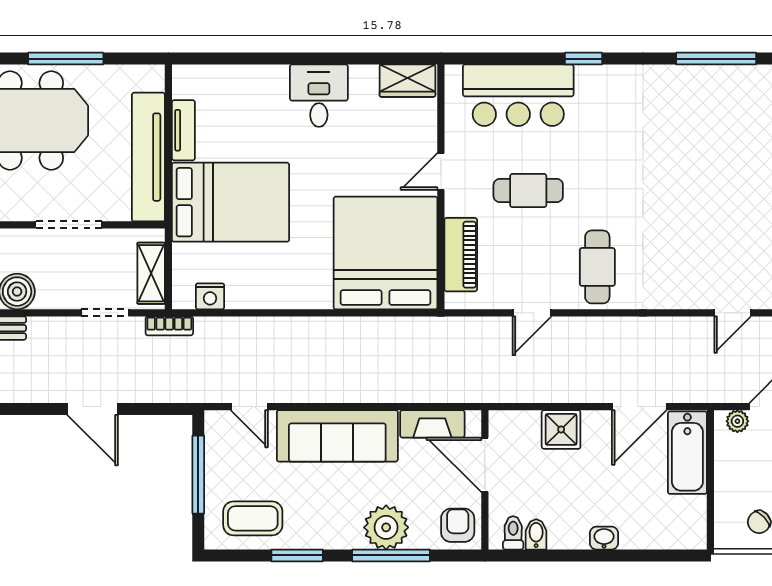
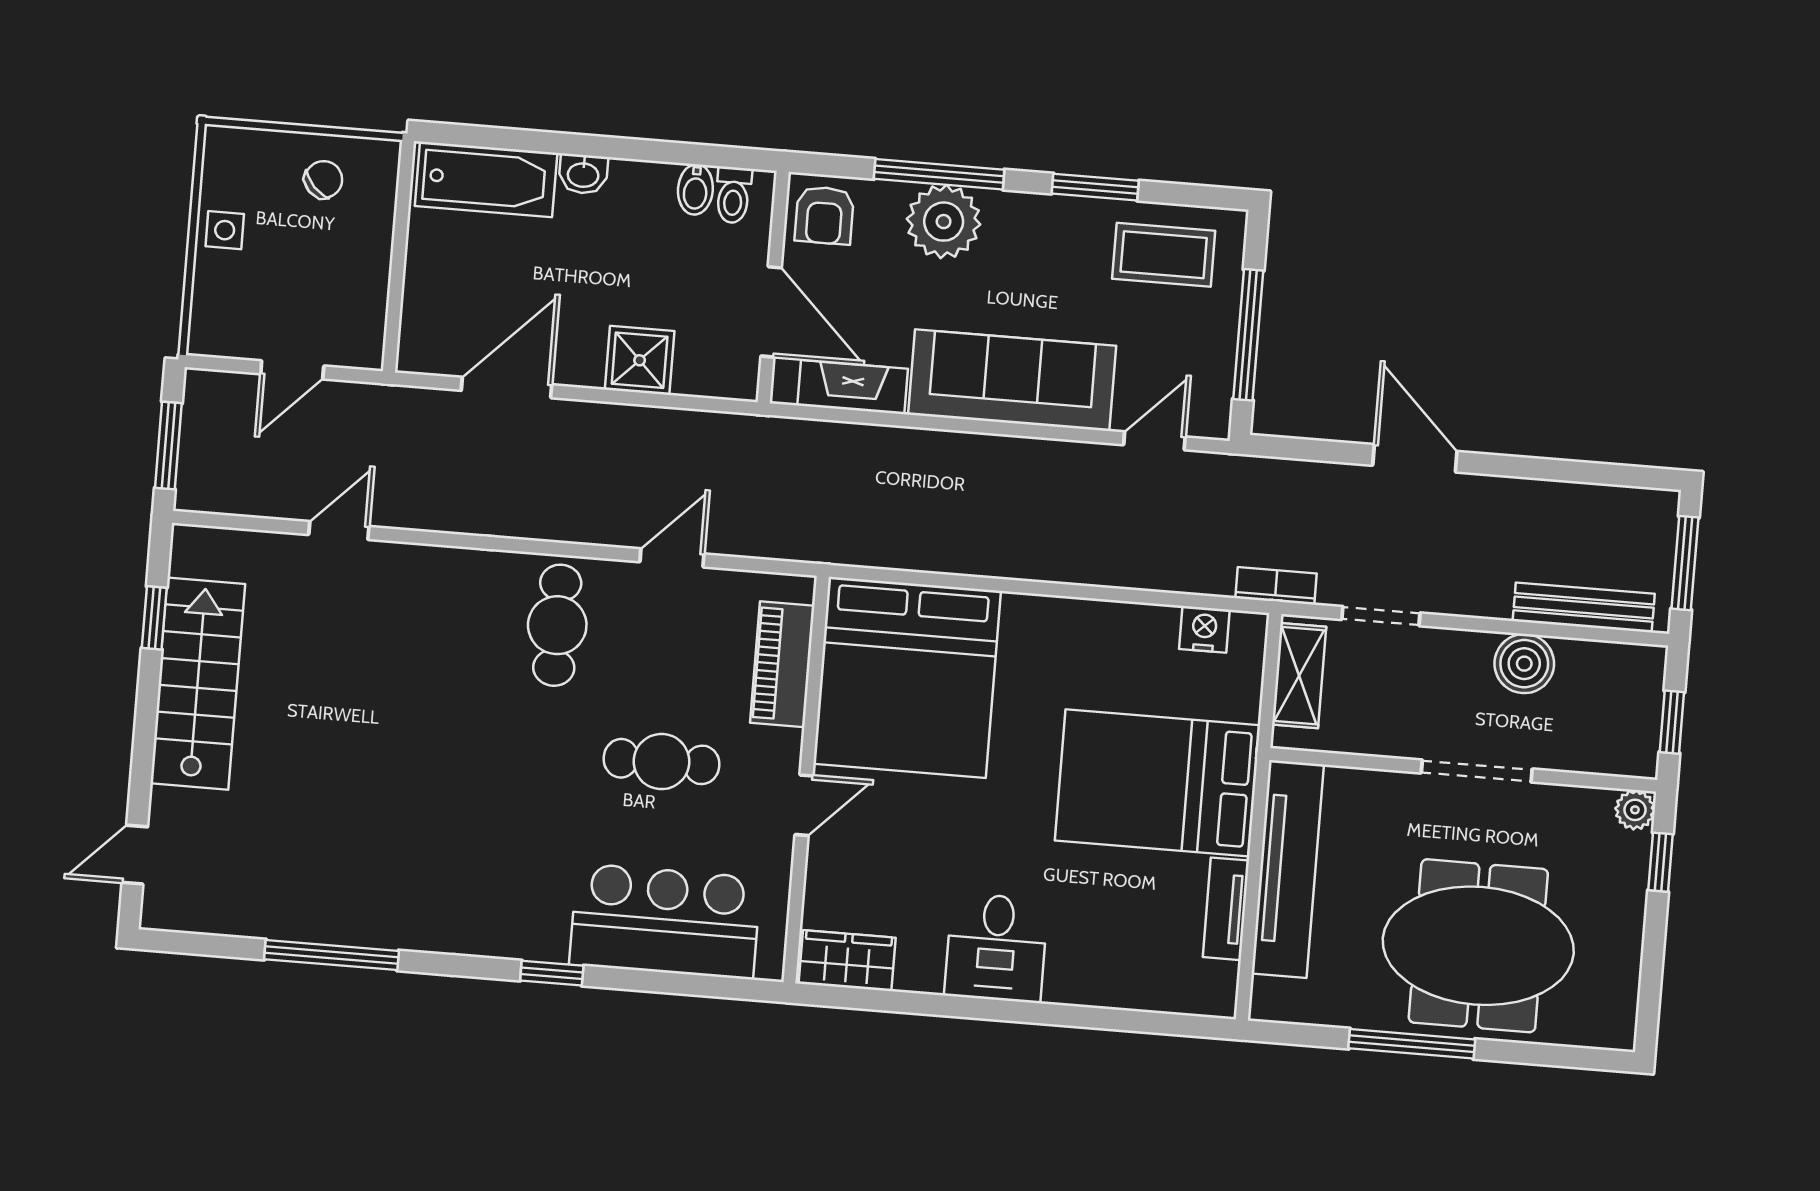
doorway: (69, 225) -> (1477, 771), moved
door: (249, 407) -> (1154, 441), hinge flipped
plant: (737, 421) -> (346, 350), removed
bathtub: (687, 453) -> (486, 179), moved, turned 90

